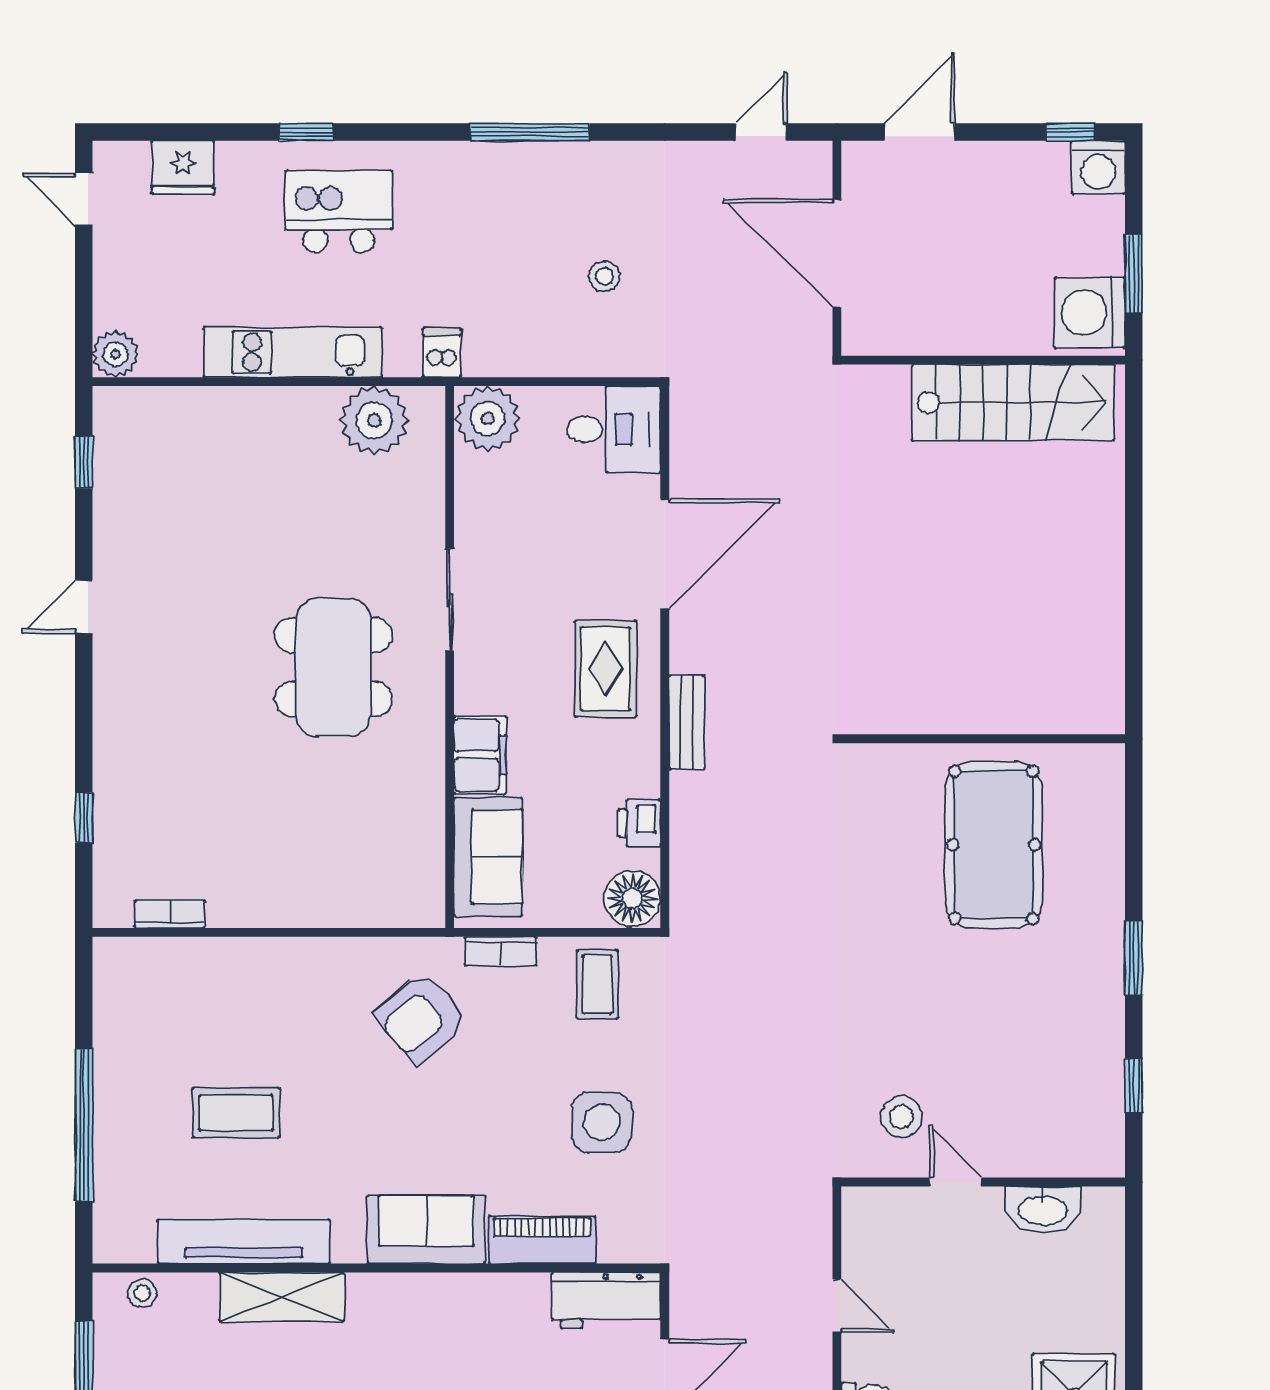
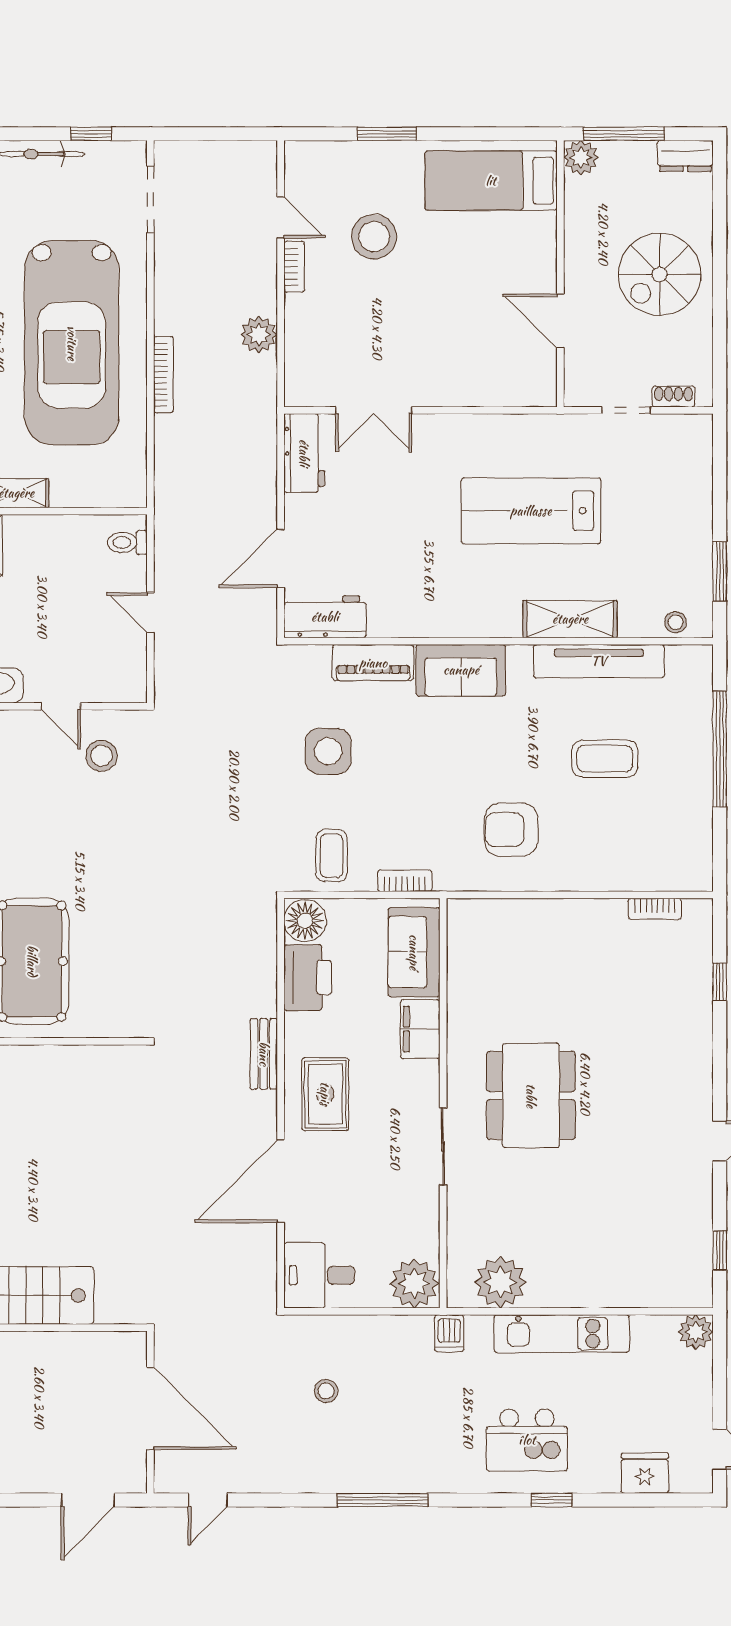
printer: (639, 823) -> (308, 978), width x1.87, depth x1.48
armchair: (421, 1017) -> (511, 830), moved, turned -140

